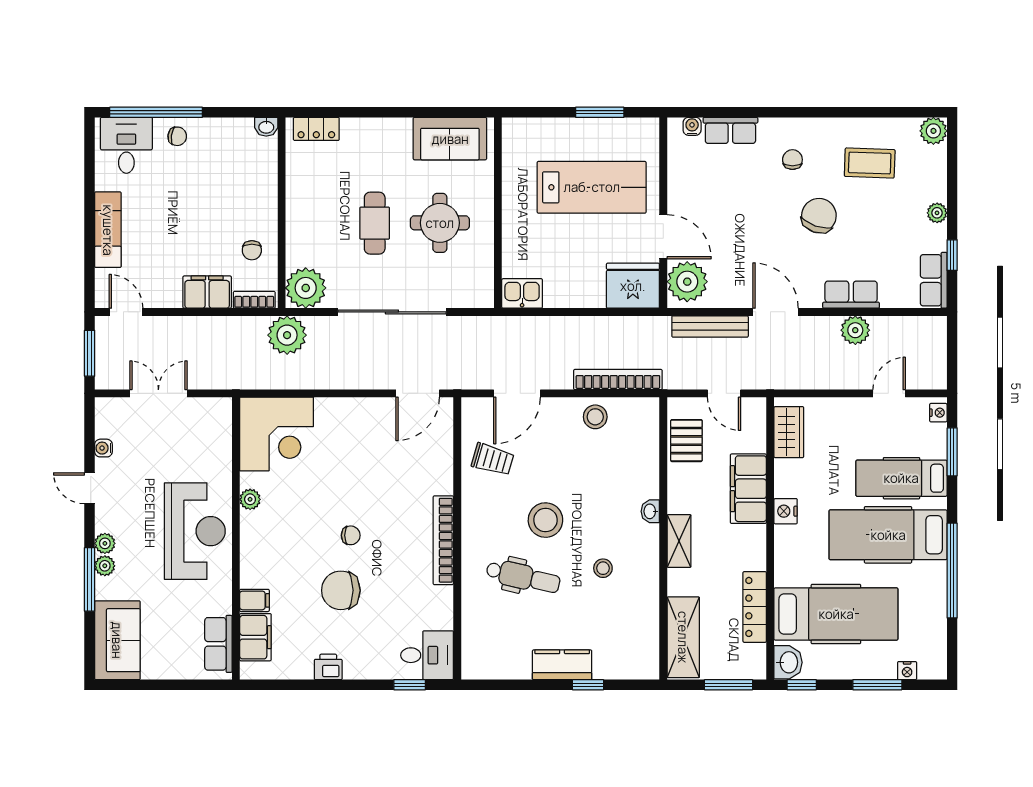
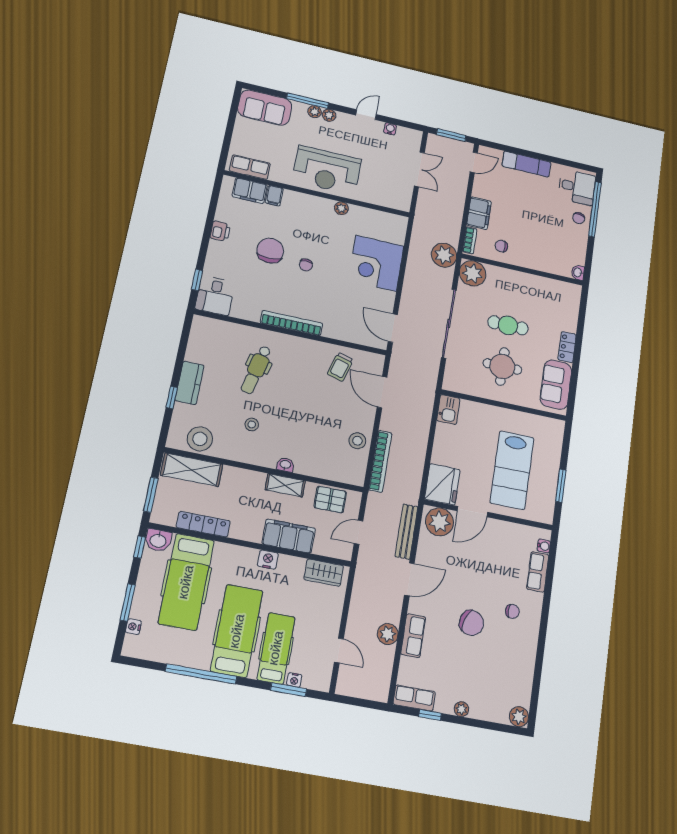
locker: (316, 129) -> (567, 347), moved
coffee table: (870, 163) -> (503, 666), removed
nightstand: (938, 413) -> (294, 680), moved
corner desk: (276, 434) -> (376, 263), moved
stool: (545, 520) -> (200, 439), moved
shelving: (679, 541) -> (285, 485), moved

